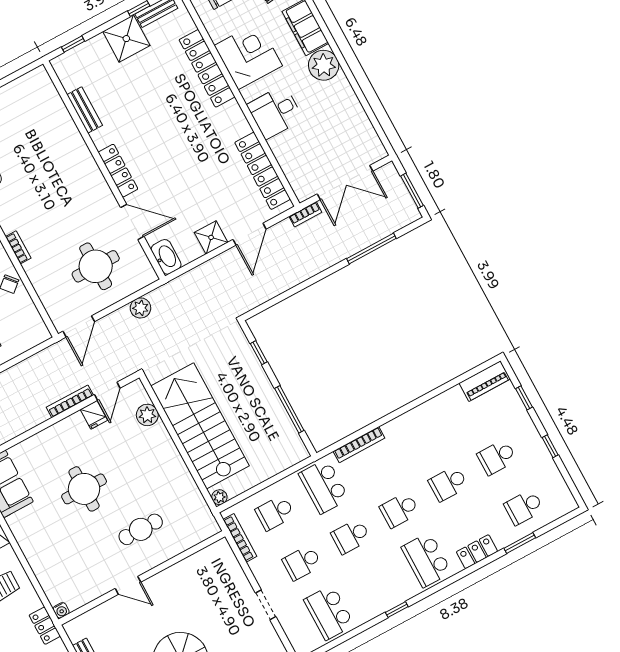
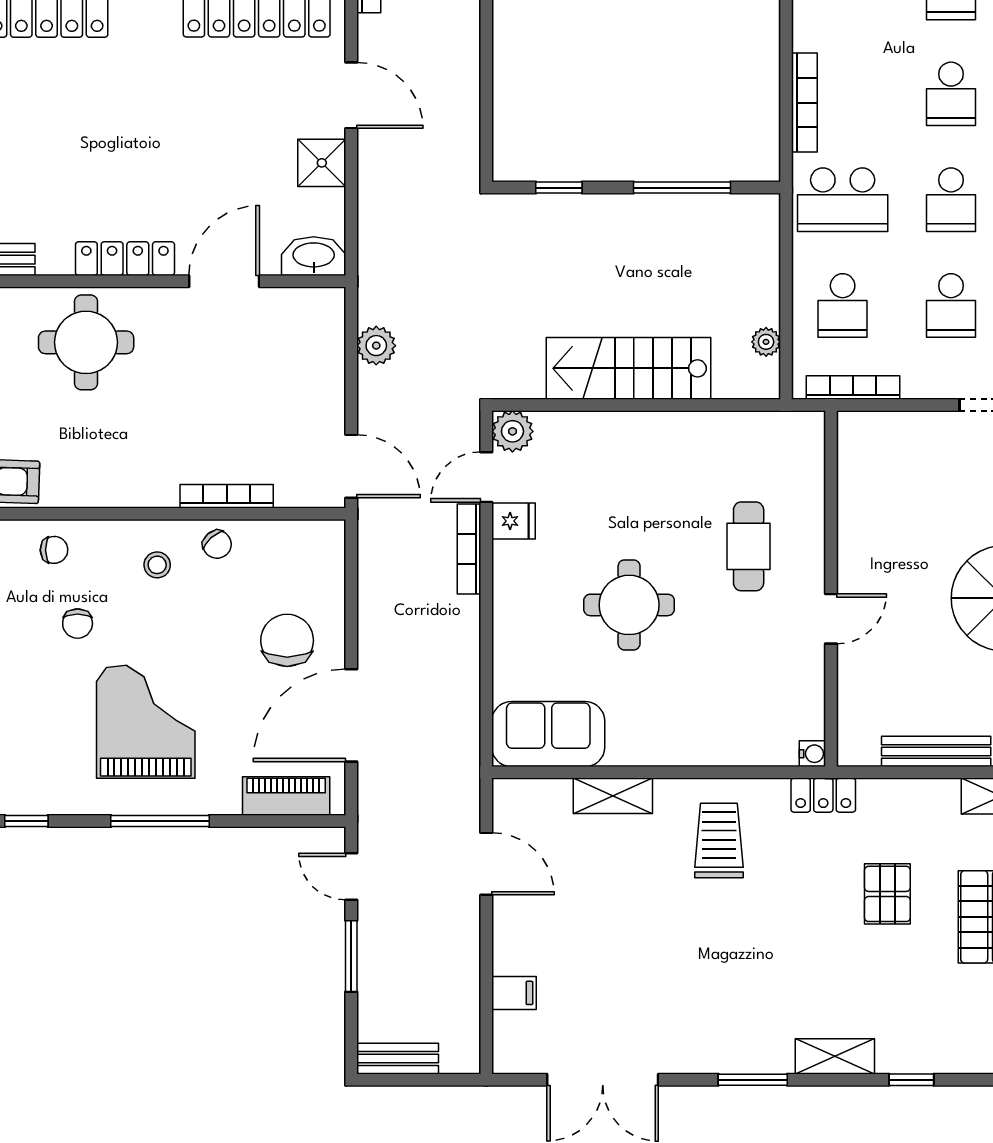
bookcase: (18, 247) -> (227, 496), moved, width x1.56
round table: (96, 266) -> (86, 342), moved
door: (107, 391) -> (486, 477), swing flipped
plant: (147, 415) -> (512, 431), moved
stairs: (200, 426) -> (629, 368), width x0.73, depth x0.66
plant: (219, 497) -> (766, 342), moved

